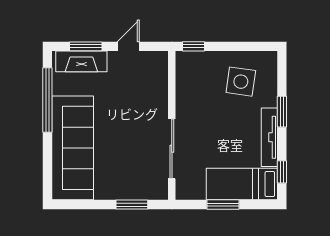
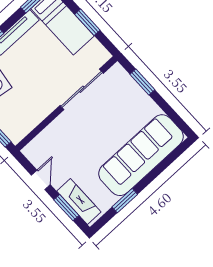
door: (128, 46) -> (41, 180), swing flipped
window: (47, 100) -> (125, 201), width x0.47

